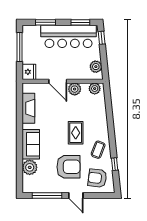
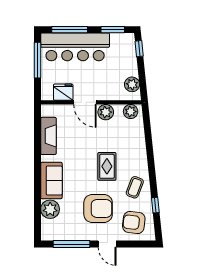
window: (46, 22) -> (70, 30), width x1.44
bar counter: (69, 36) -> (75, 47), moved
fridge: (29, 72) -> (63, 92), moved, turned -90

